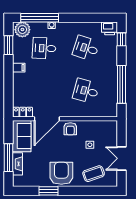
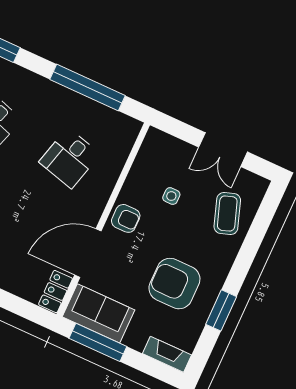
door: (47, 119) -> (88, 253), swing flipped
window: (9, 158) -> (98, 342), moved
fireplace: (17, 164) -> (167, 354), moved
armchair: (61, 173) -> (174, 284), moved

